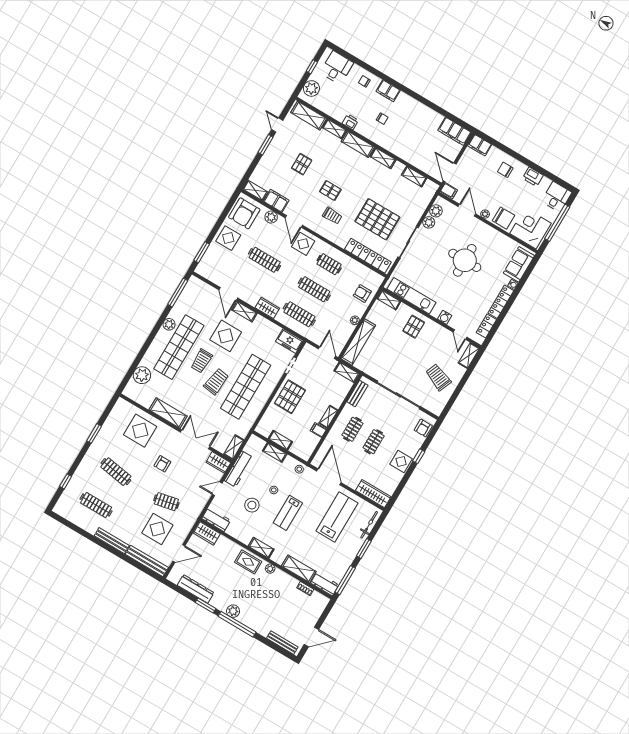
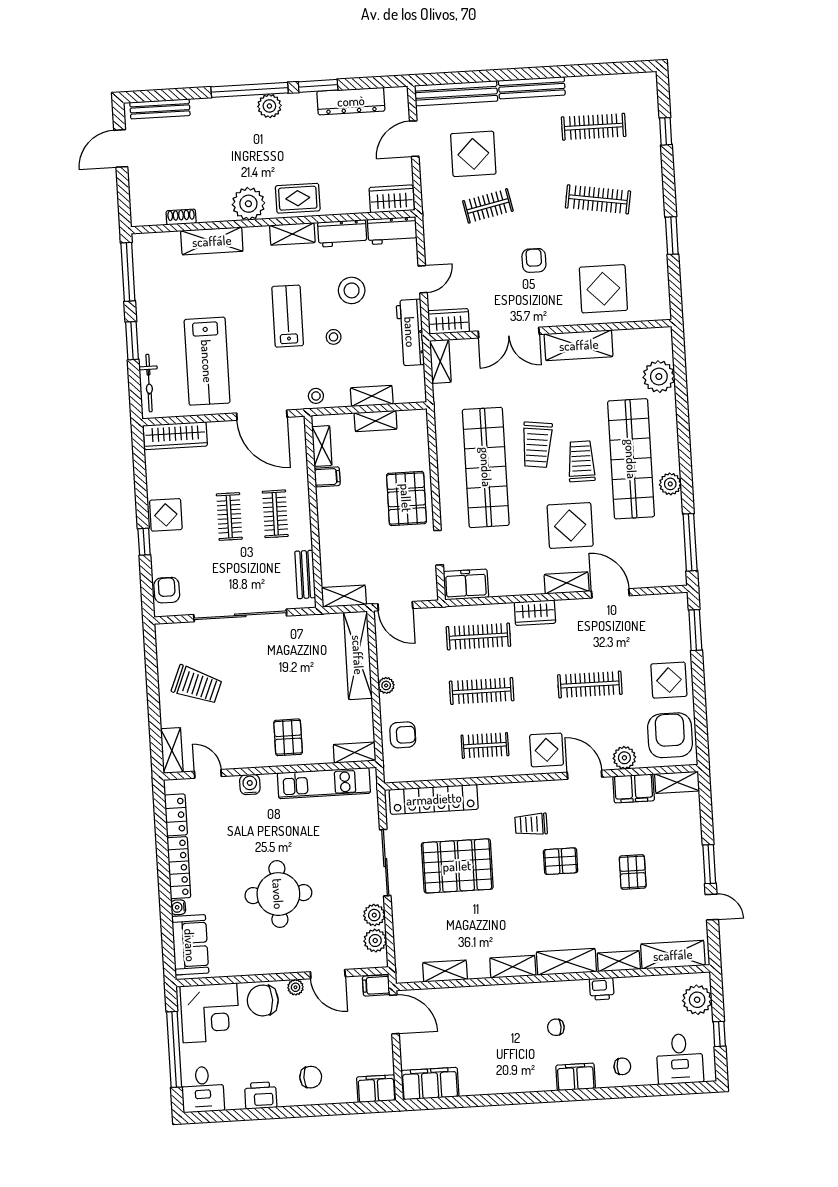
shelving: (328, 417) -> (322, 446), moved
plant: (270, 569) -> (248, 204), width x1.88, depth x1.88
workbench: (325, 584) -> (342, 233), moved

